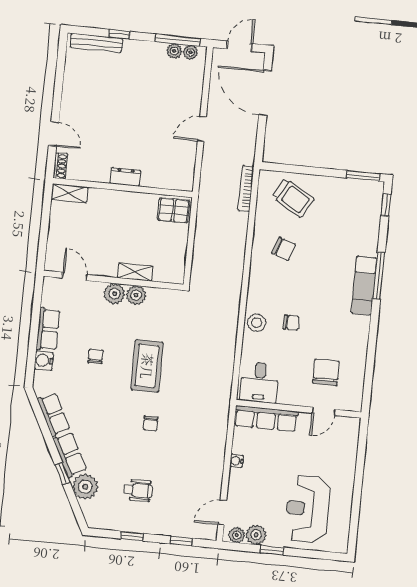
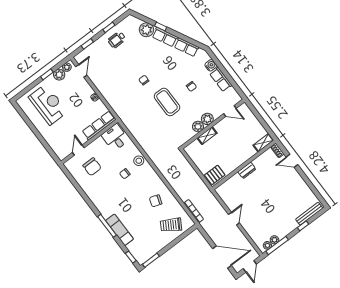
exam couch: (364, 286) -> (120, 230), moved
wheelchair: (138, 490) -> (117, 40), moved

